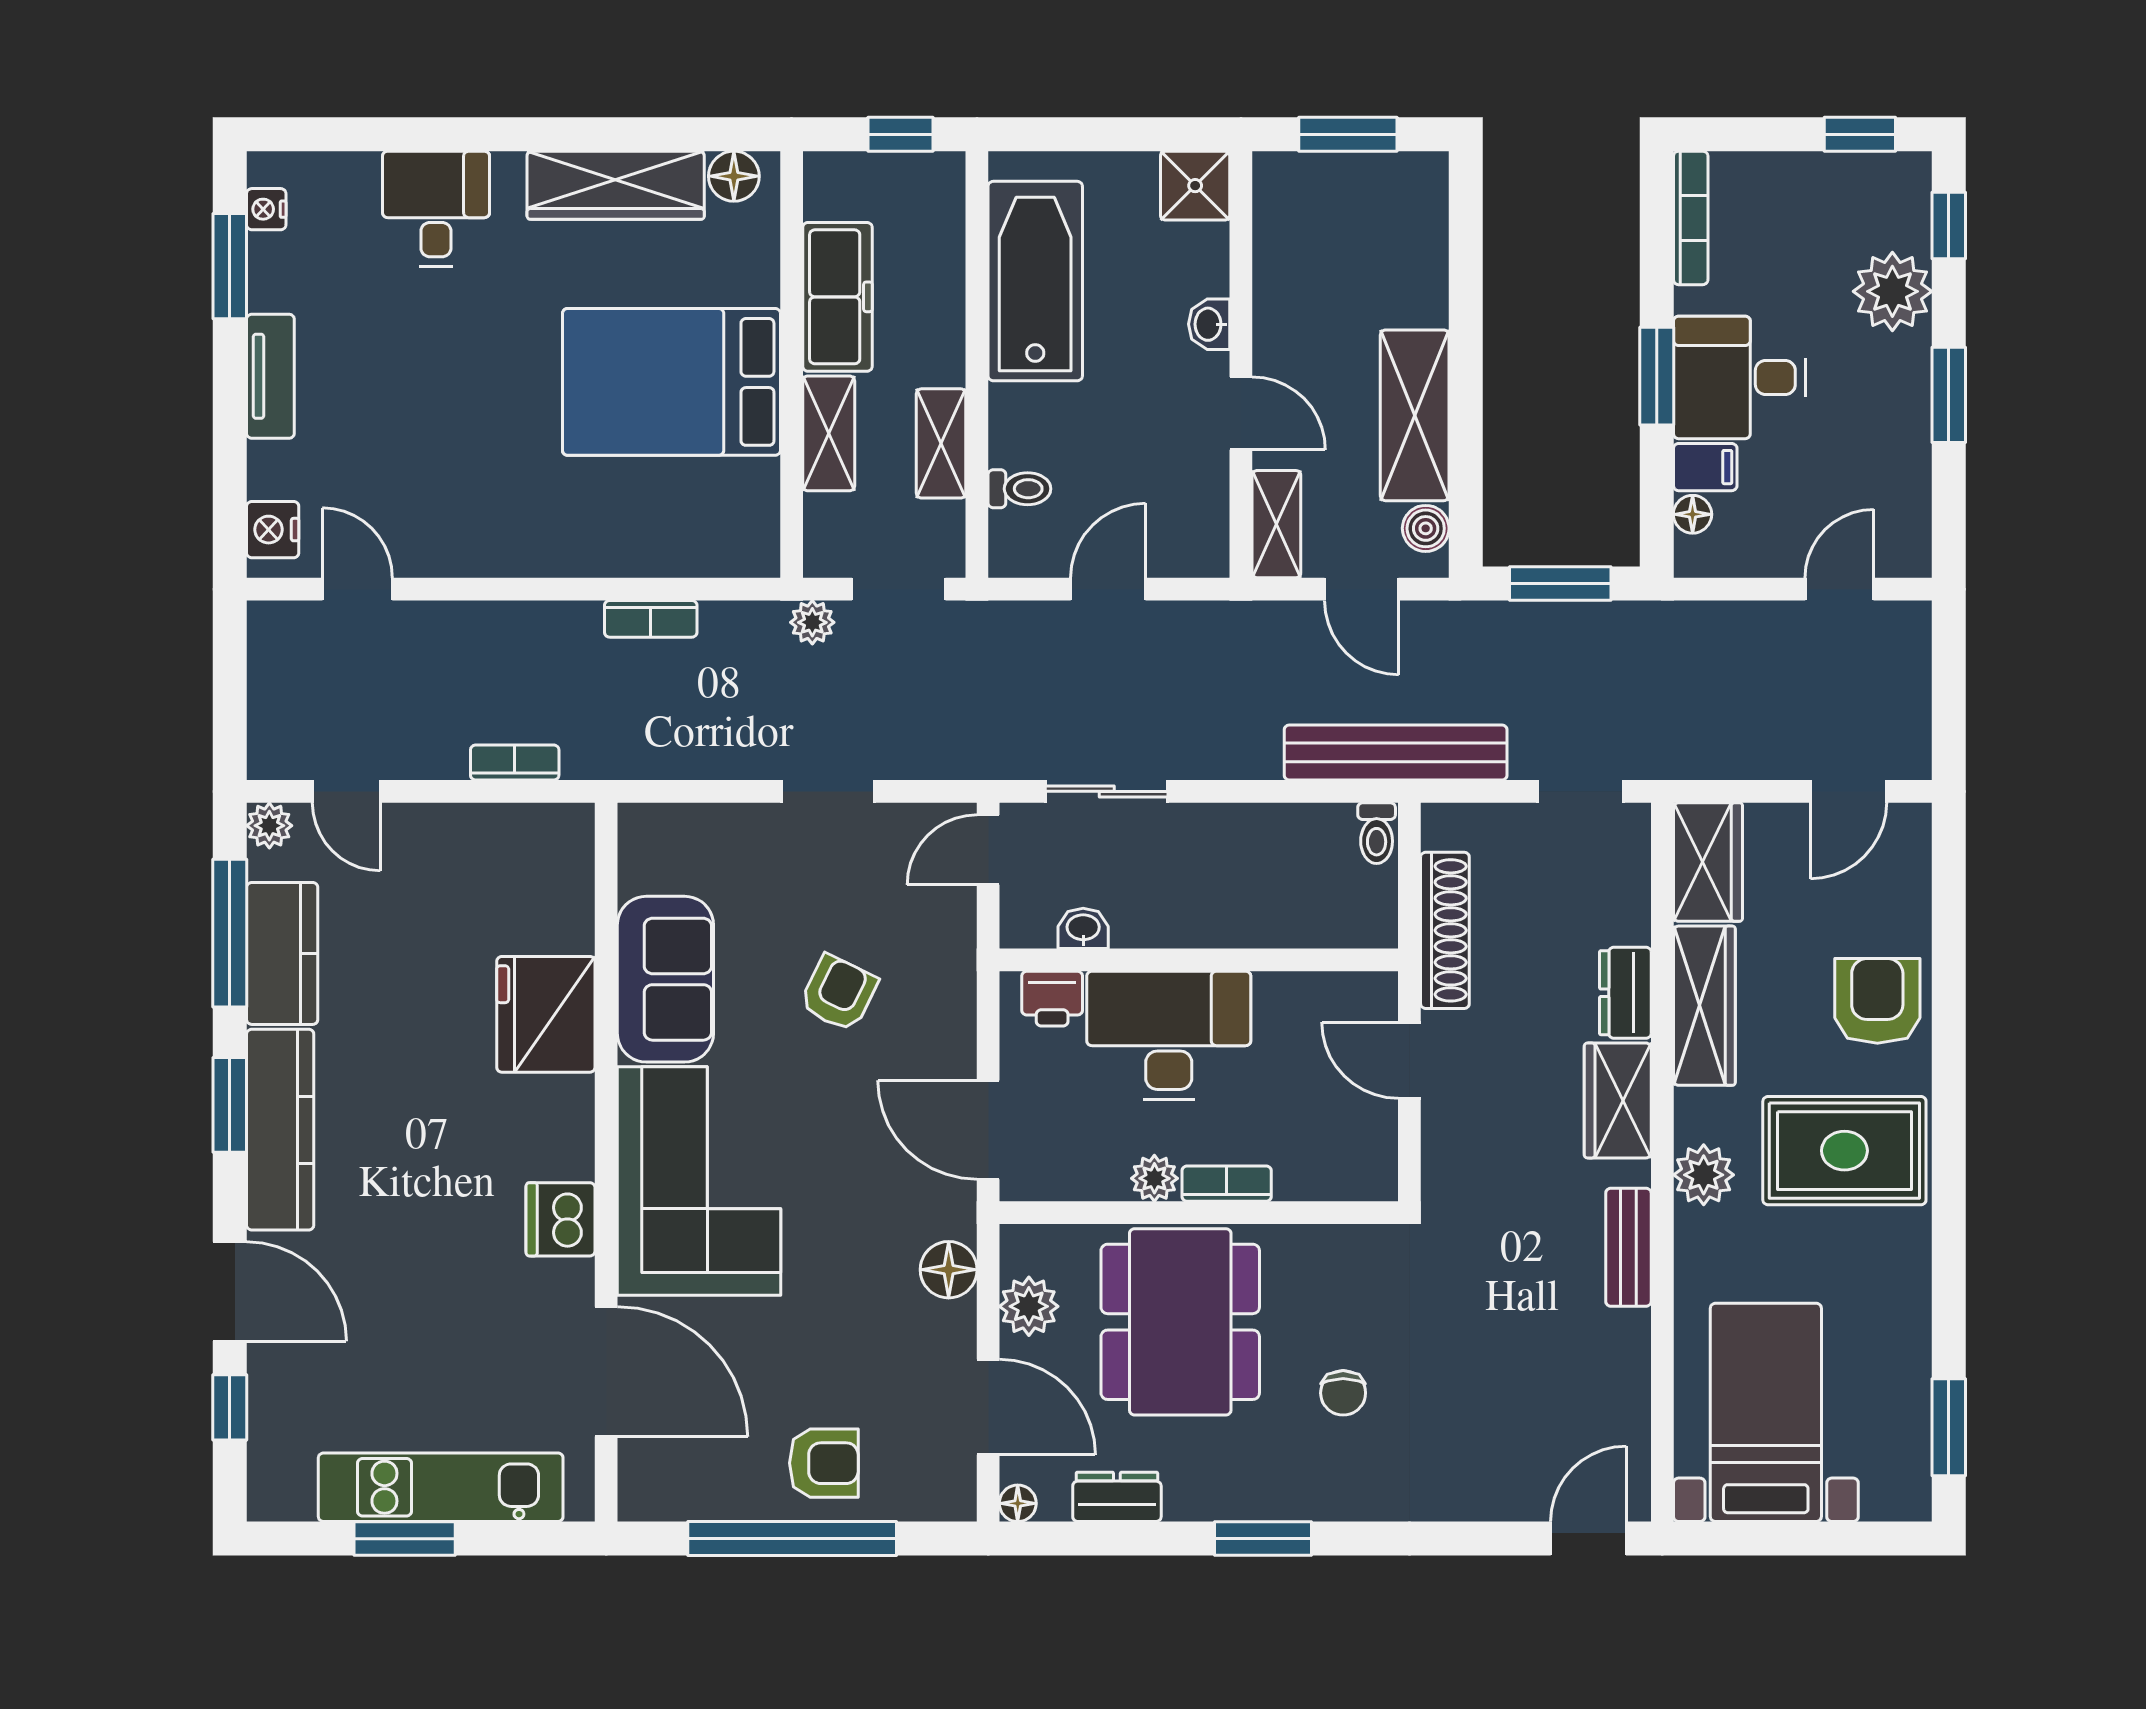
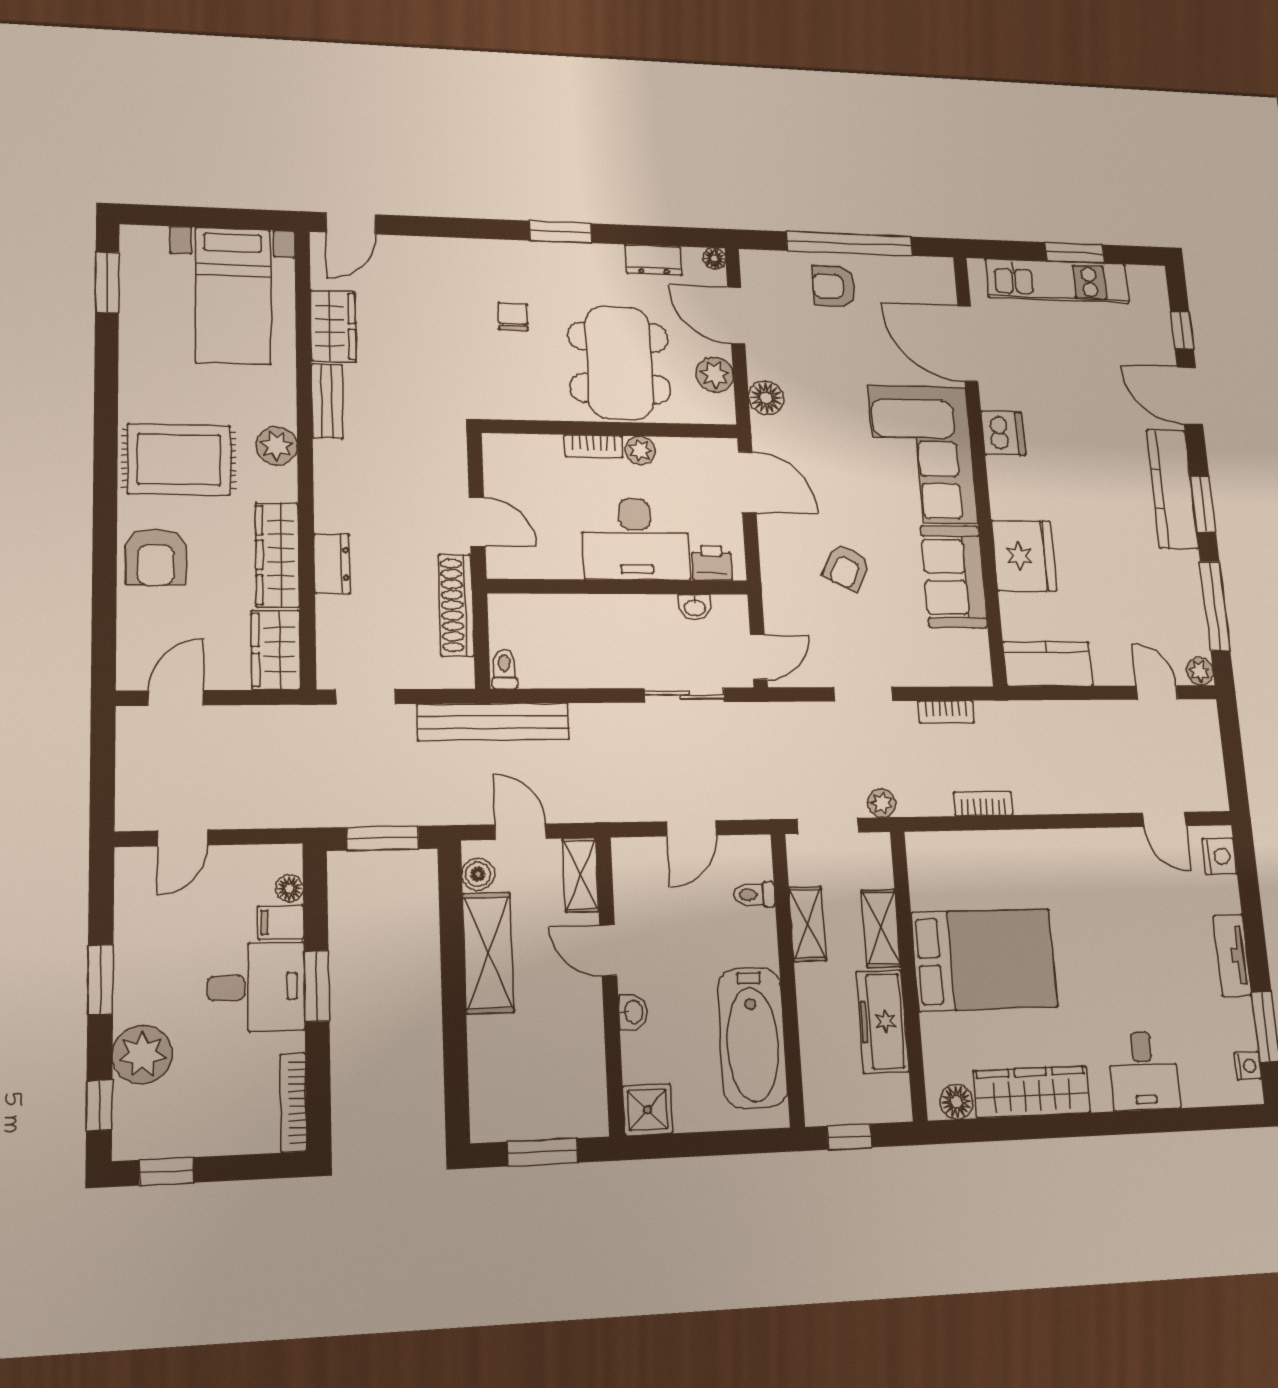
bookcase: (515, 763) -> (946, 712), moved
kitchen counter: (282, 953) -> (1048, 664), moved, turned 90
wardrobe: (1618, 1100) -> (333, 326), moved

